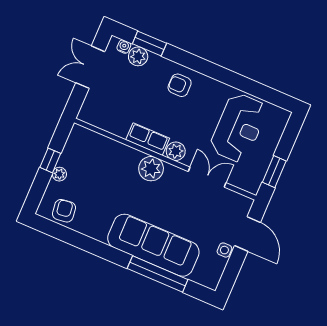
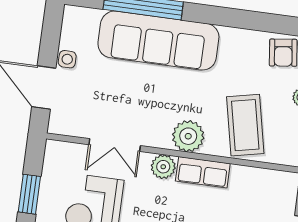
coffee table: (107, 165) -> (245, 125), added
window: (274, 172) -> (29, 194), moved

